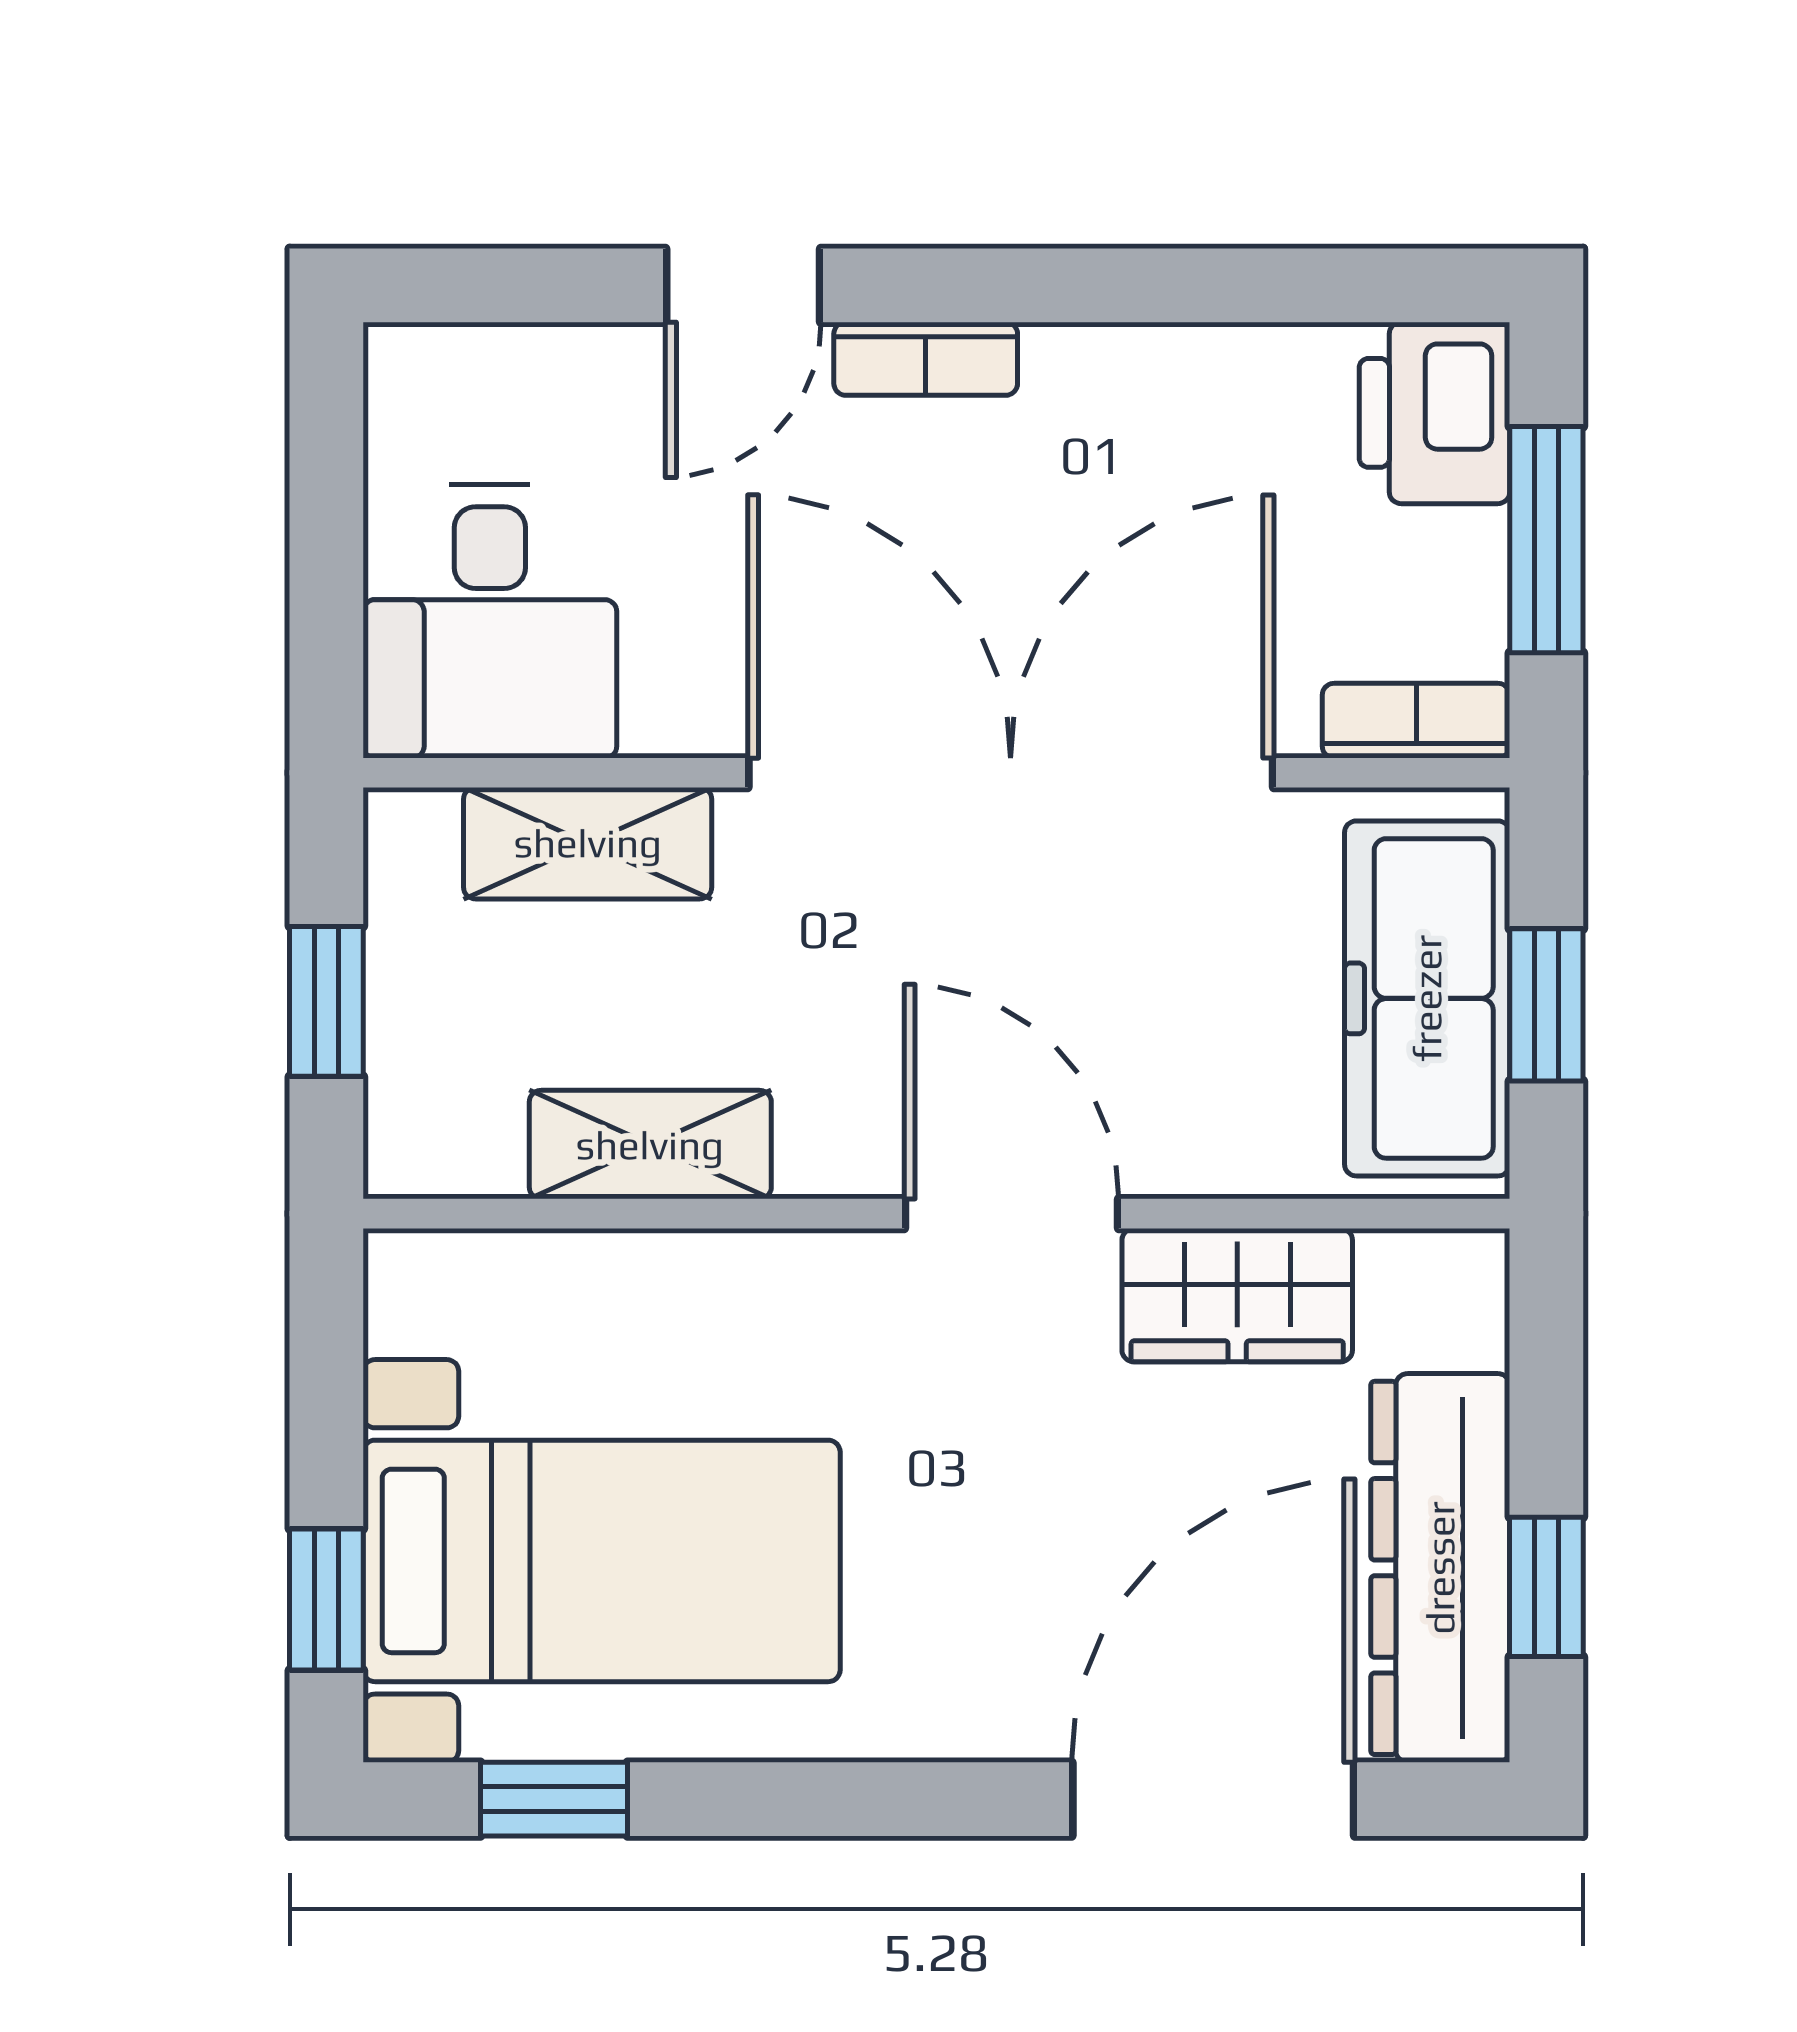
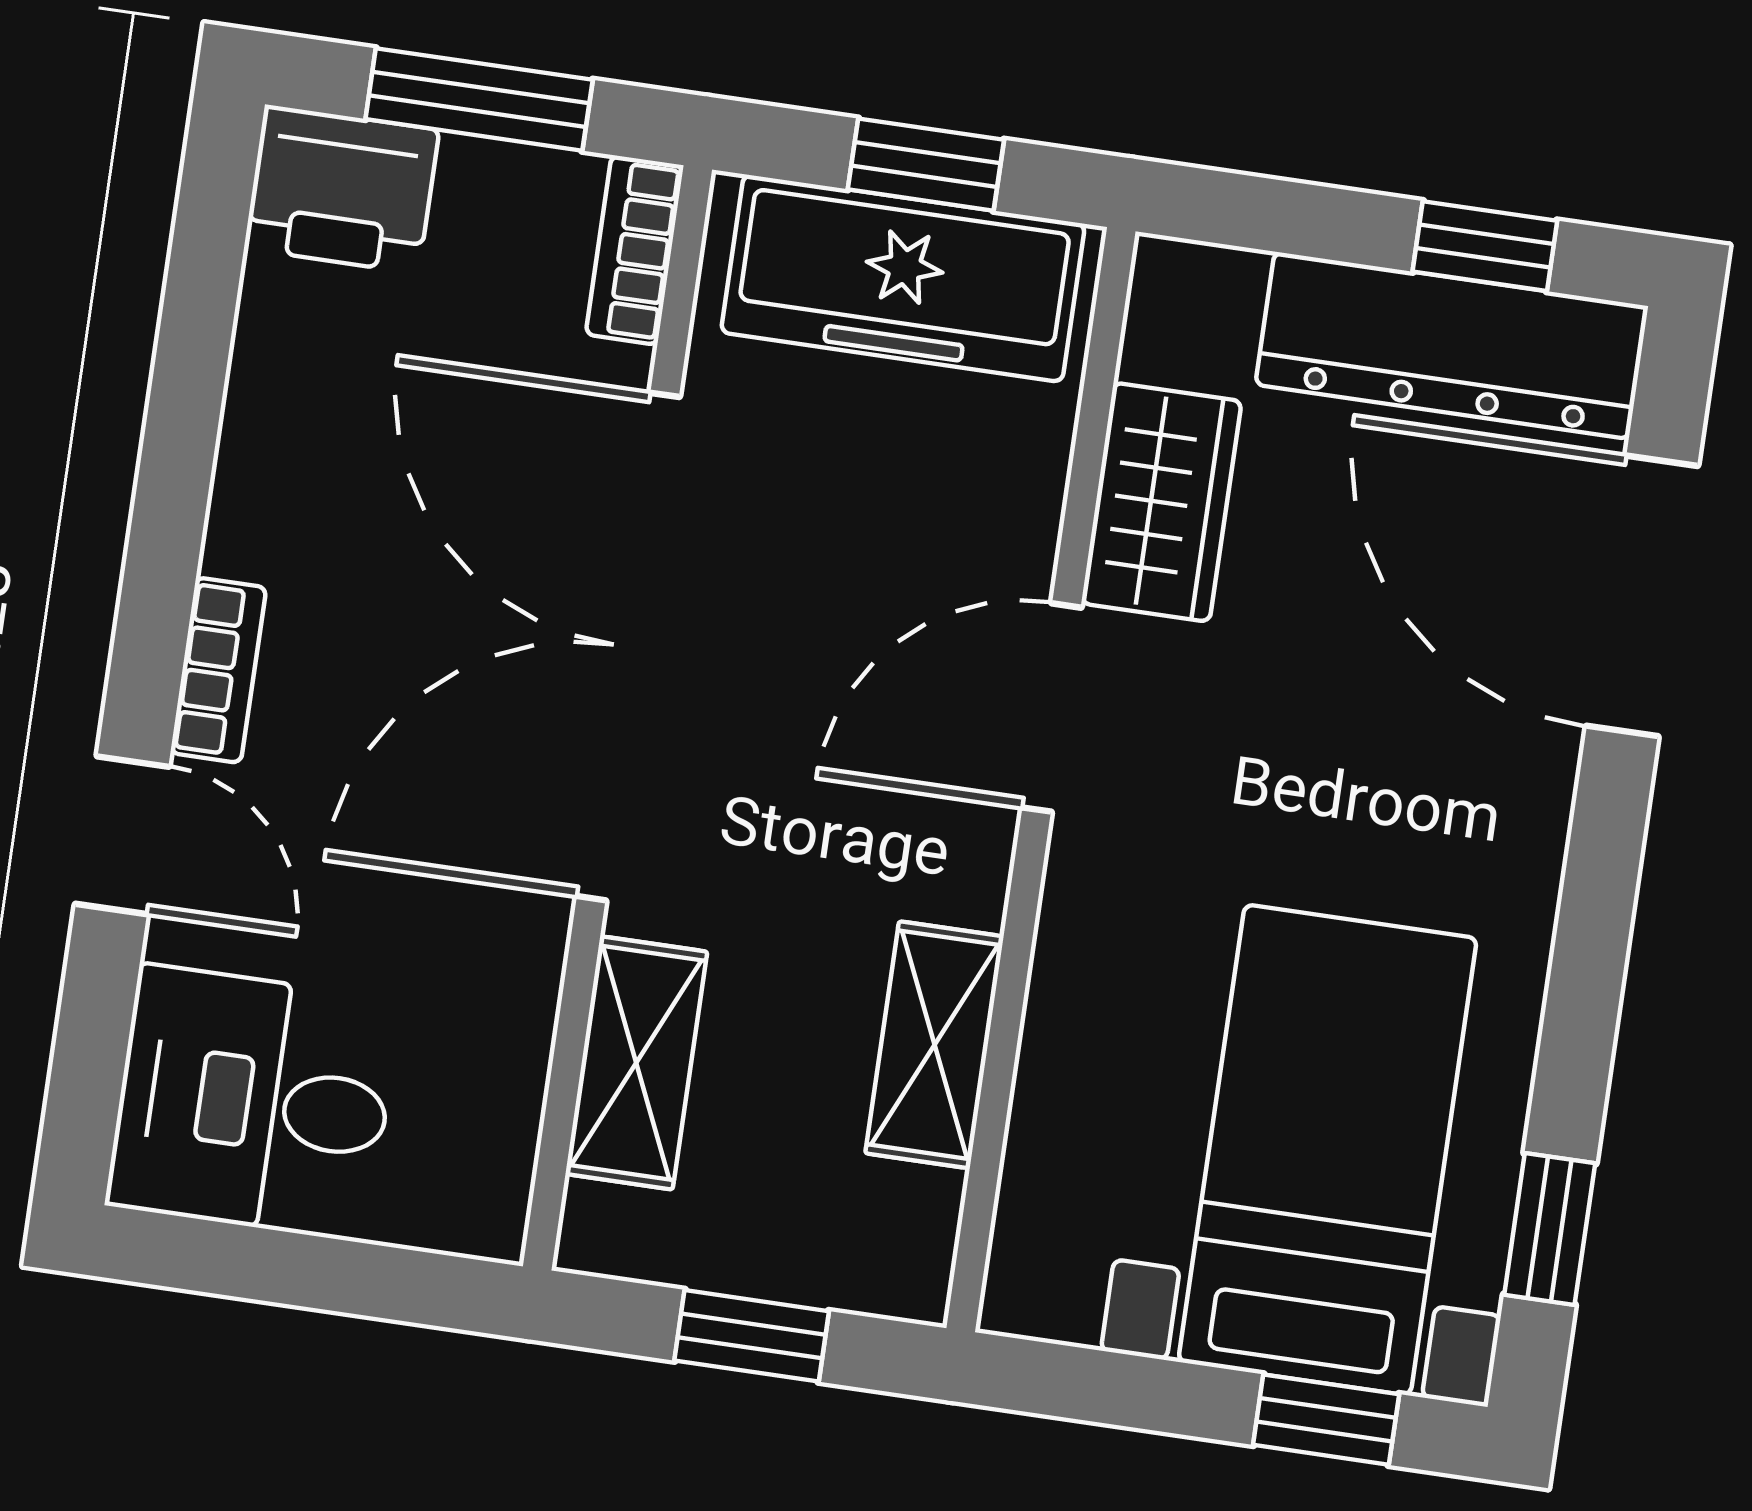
desk: (490, 621) -> (253, 1103), moved, turned 180

